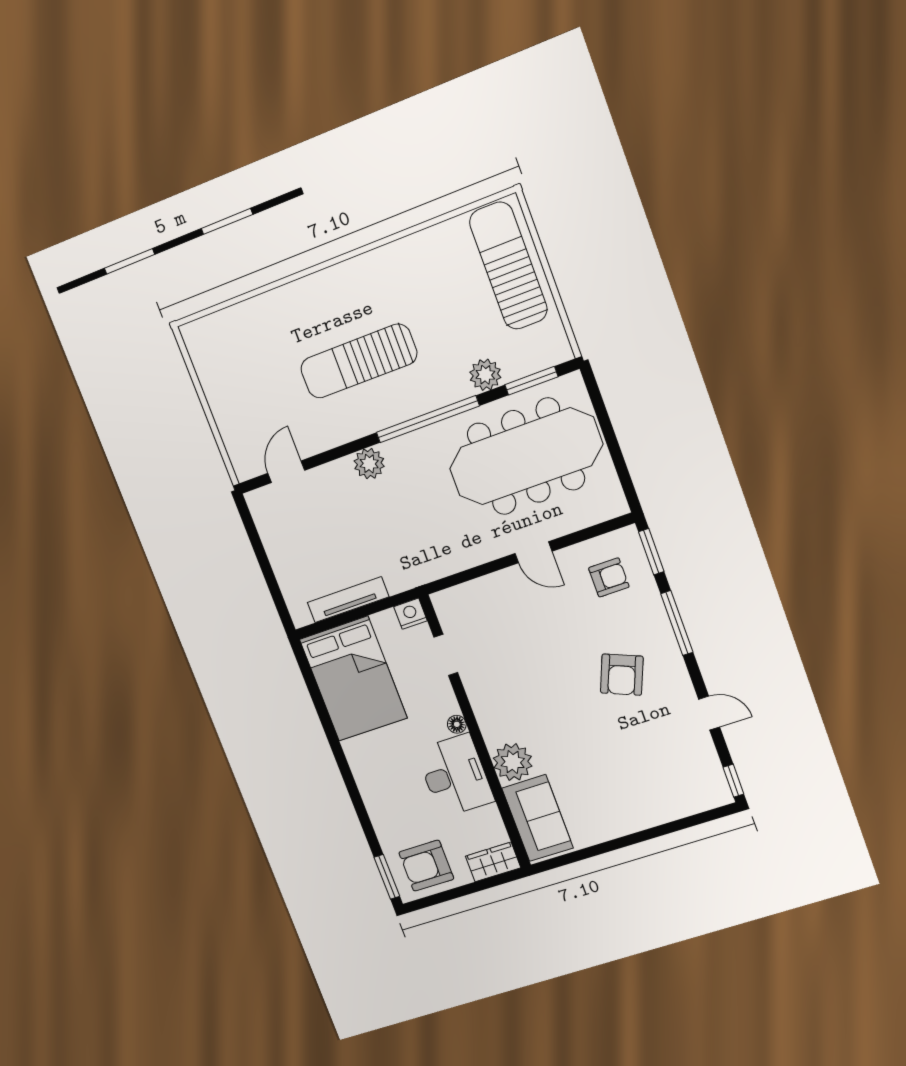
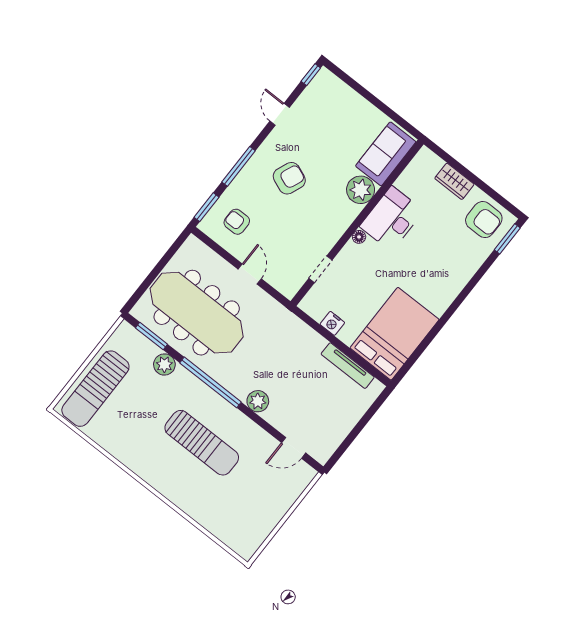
doorway: (446, 655) -> (321, 269), moved
floor lamp: (457, 724) -> (359, 237), moved
wall: (475, 733) -> (357, 223), moved
plant: (513, 762) -> (361, 190), moved
desk: (455, 776) -> (392, 219), moved
sofa: (538, 818) -> (386, 154), moved

